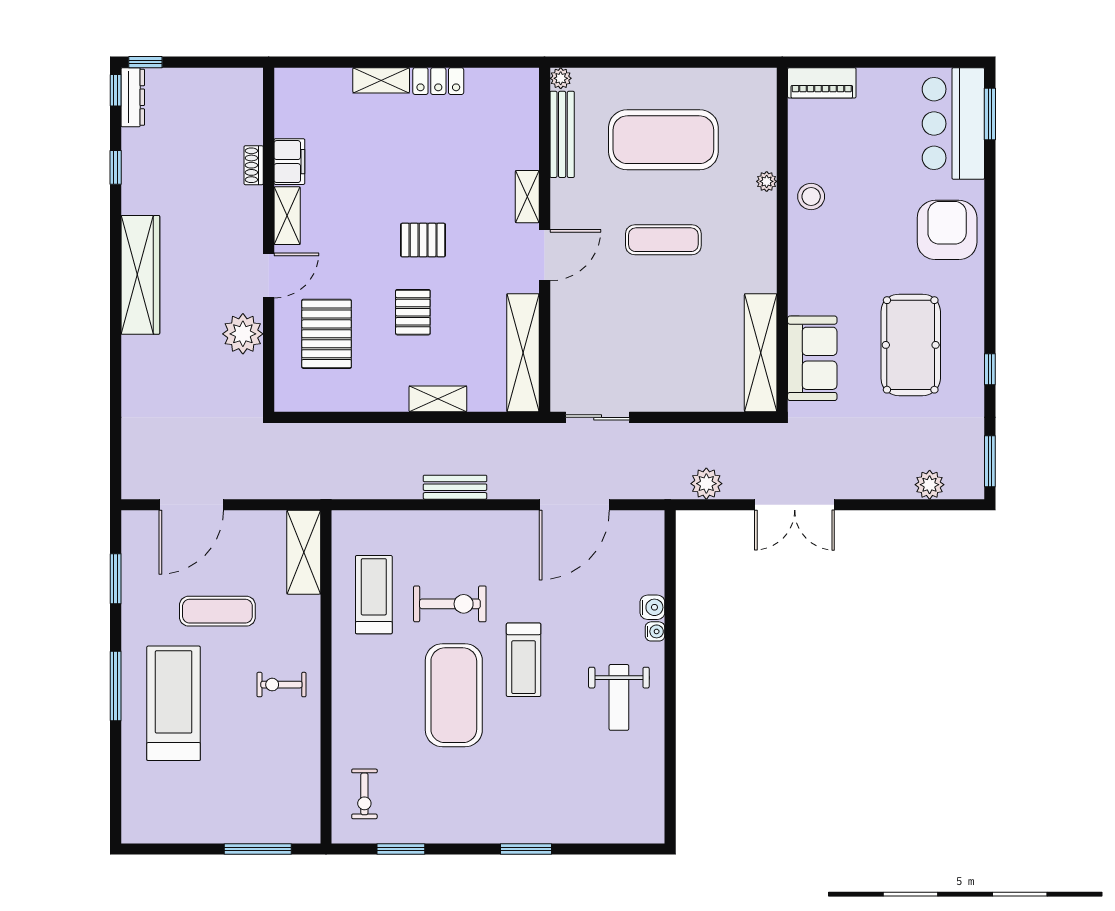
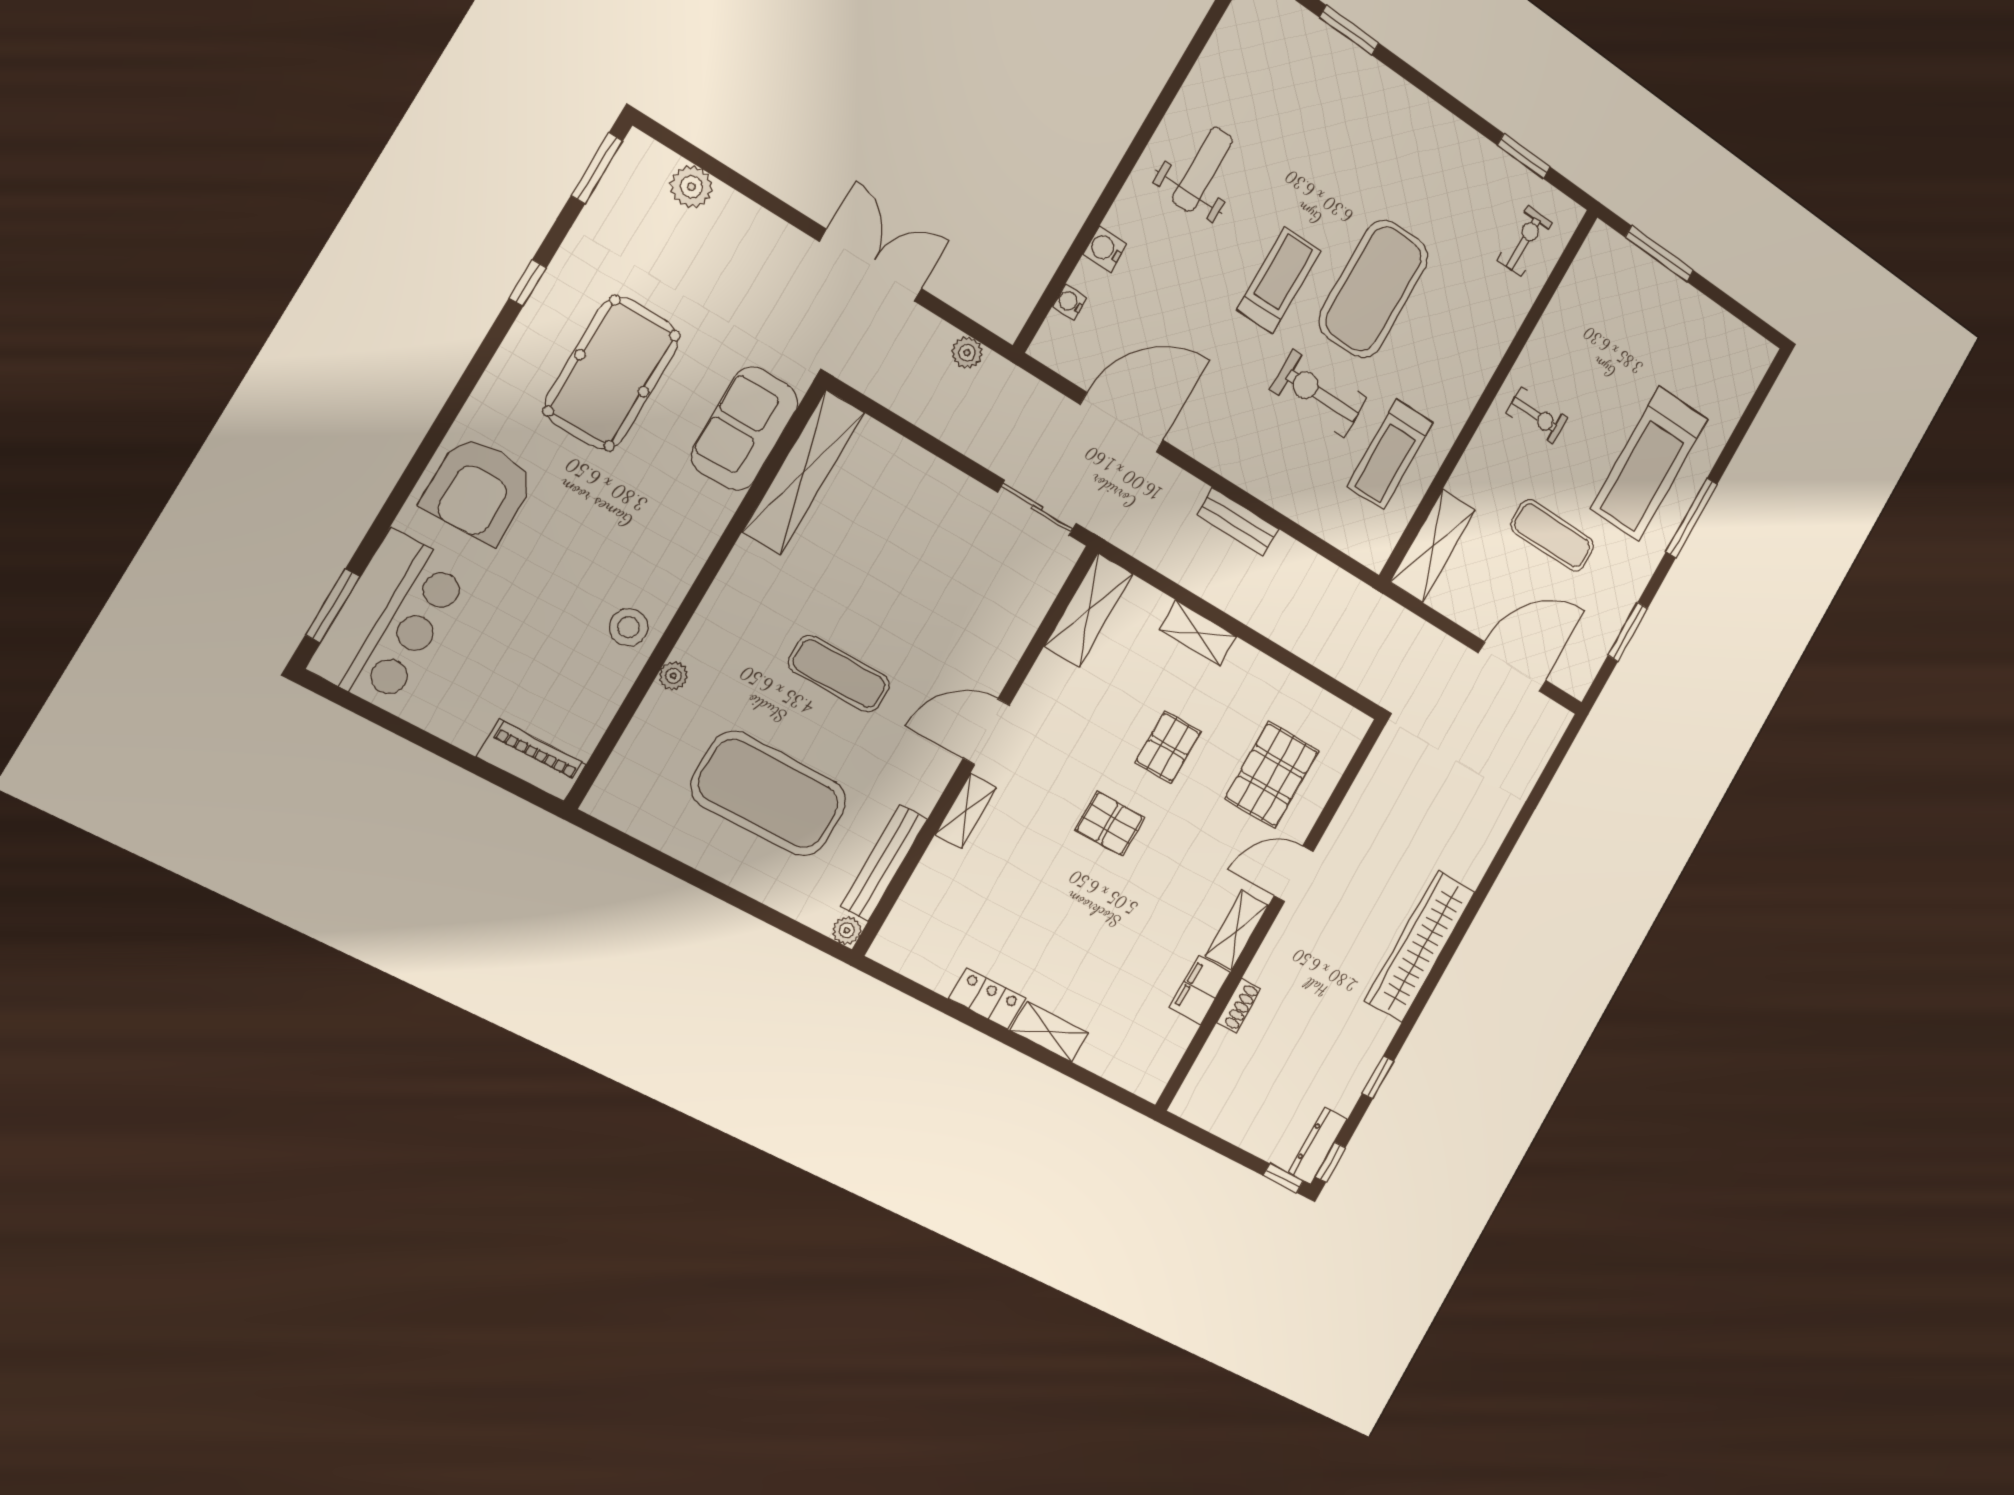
plant: (243, 334) -> (1356, 824), removed
shelving: (523, 353) -> (1089, 610), width x0.68
plant: (706, 484) -> (967, 353), width x0.73, depth x0.73
water cooler: (655, 631) -> (1070, 302), moved
window: (526, 849) -> (1349, 30), moved

